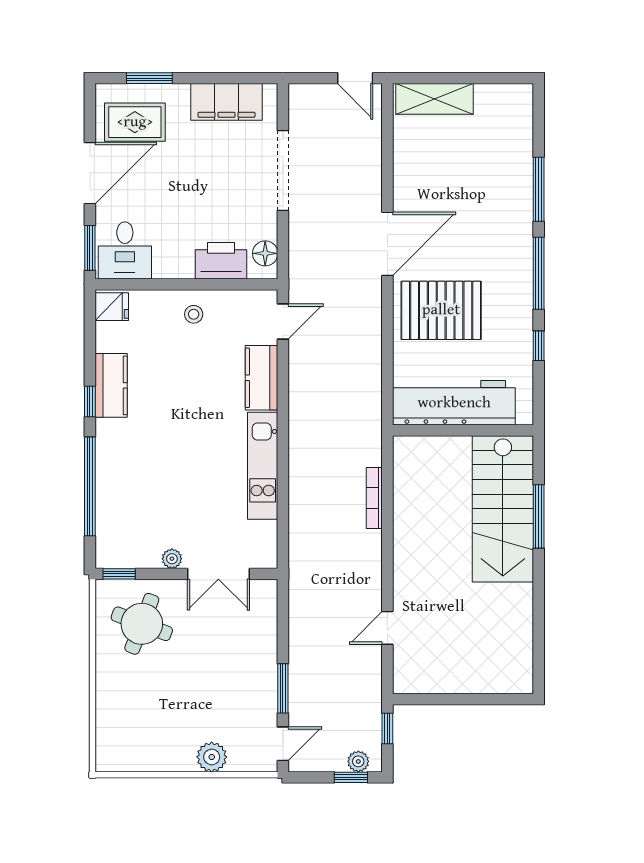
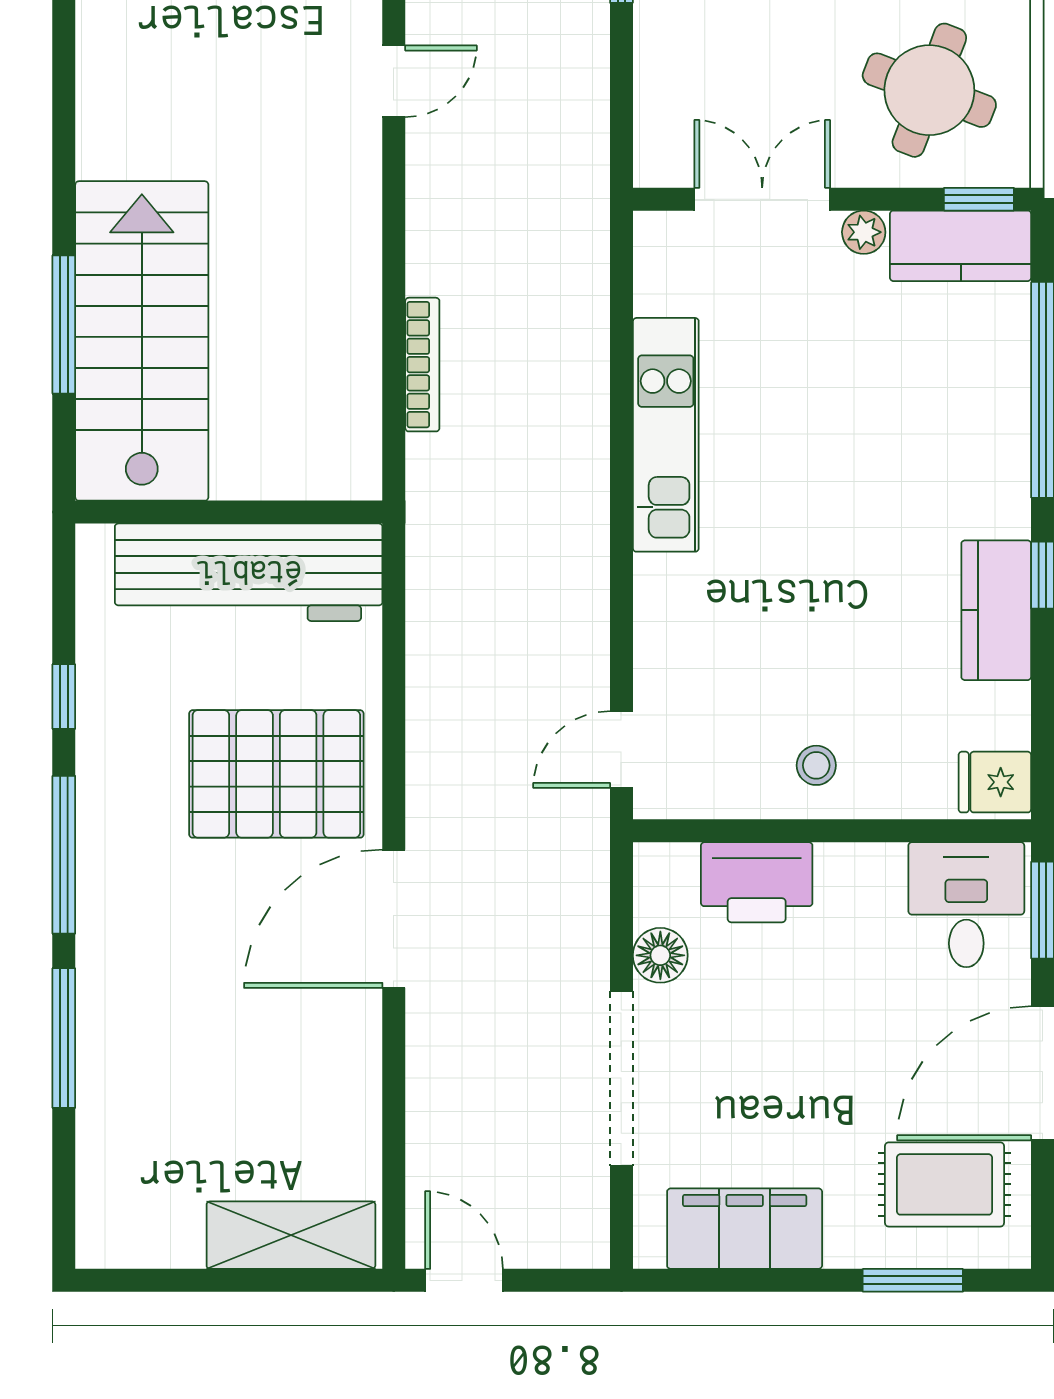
floor lamp: (265, 253) -> (660, 955), moved
kitchen counter: (262, 378) -> (961, 246), moved, turned 90

